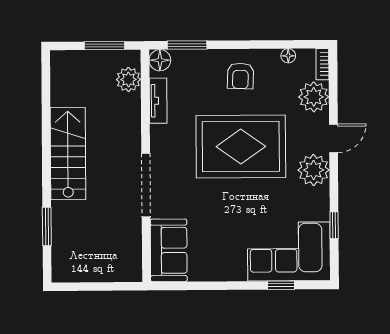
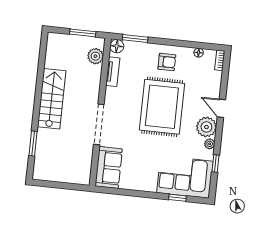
armchair: (240, 76) -> (167, 62), turned -92
plant: (314, 97) -> (210, 144), moved, width x0.53, depth x0.53
door: (333, 138) -> (221, 108), swing flipped
rug: (241, 147) -> (162, 107), turned 90

